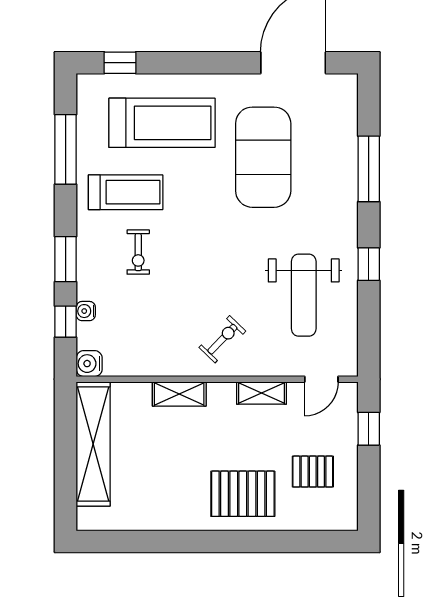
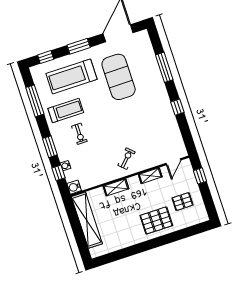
window: (199, 63) -> (79, 46), added
treadmill: (162, 123) -> (71, 76), turned 180
weight bench: (304, 295) -> (154, 129), removed

